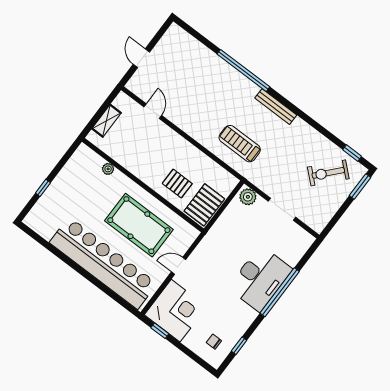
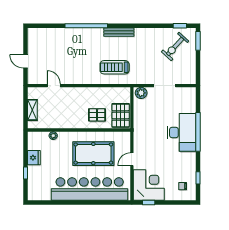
fridge: (66, 178) -> (34, 158), added

